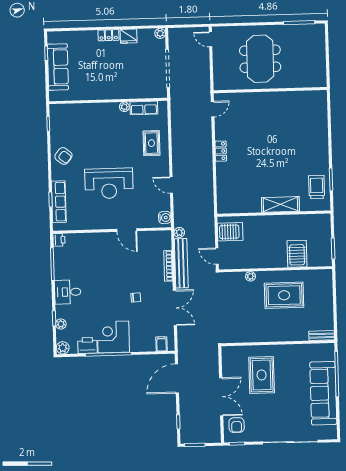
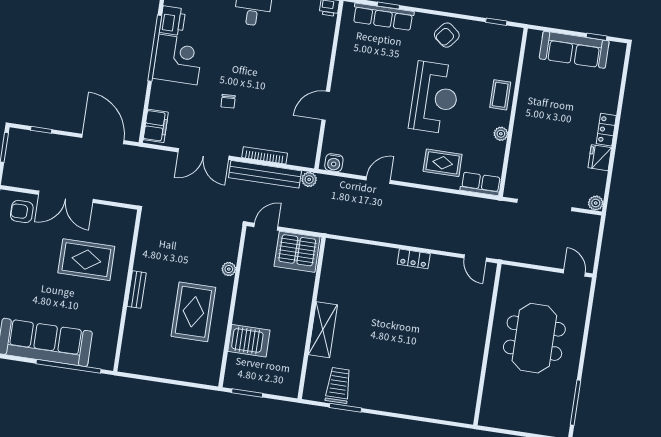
door: (211, 39) -> (574, 273), hinge flipped
meeting table: (260, 59) -> (534, 338), turned 90
row of seats: (144, 108) -> (481, 184), moved, turned 90
coffee table: (98, 112) -> (500, 95), added
reception desk: (109, 183) -> (435, 98), moved, turned 180
trolley: (317, 187) -> (338, 385), turned -90
server rack: (230, 232) -> (297, 252), width x1.60
bench: (322, 336) -> (137, 290), moved
filing cabinet: (162, 344) -> (156, 126), width x2.00

